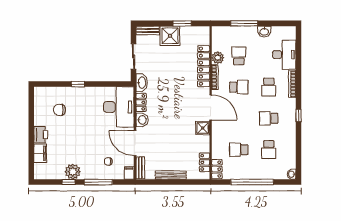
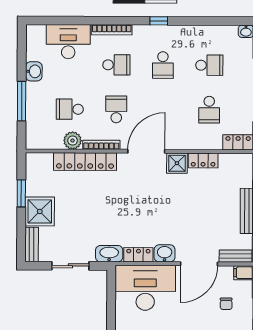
locker: (205, 162) -> (203, 161), moved

